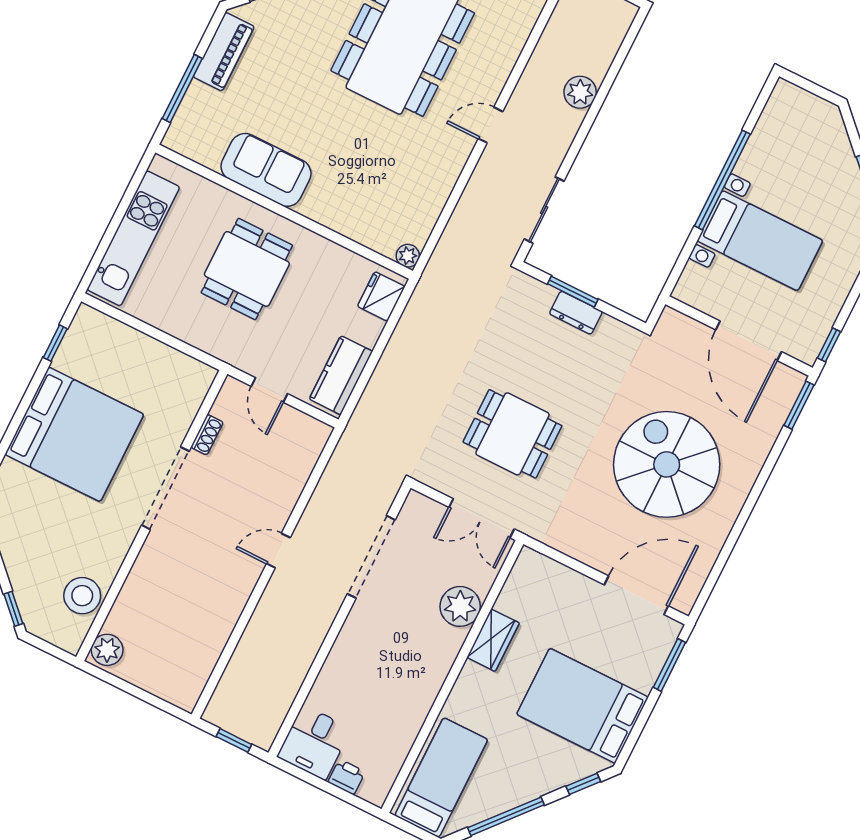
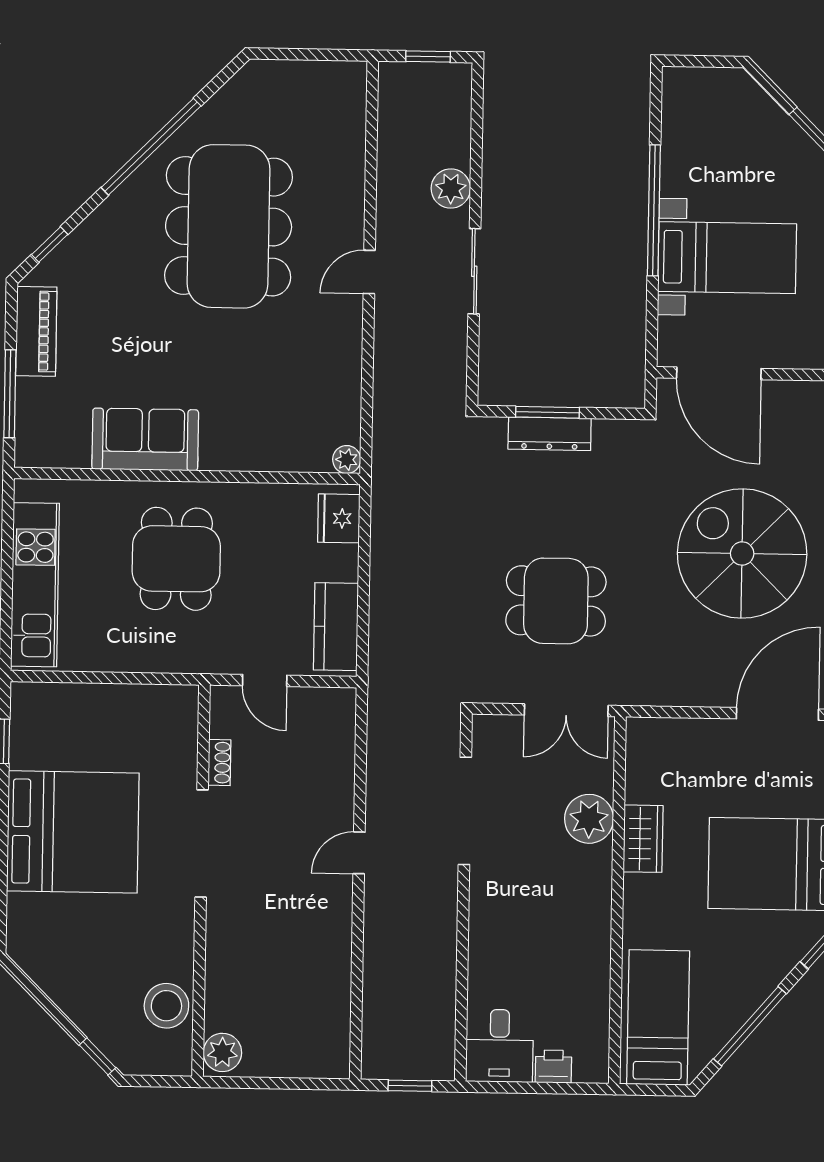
sliding door: (544, 210) -> (474, 271), moved
dresser: (576, 313) -> (550, 434), width x1.44
door: (749, 341) -> (719, 373), moved

